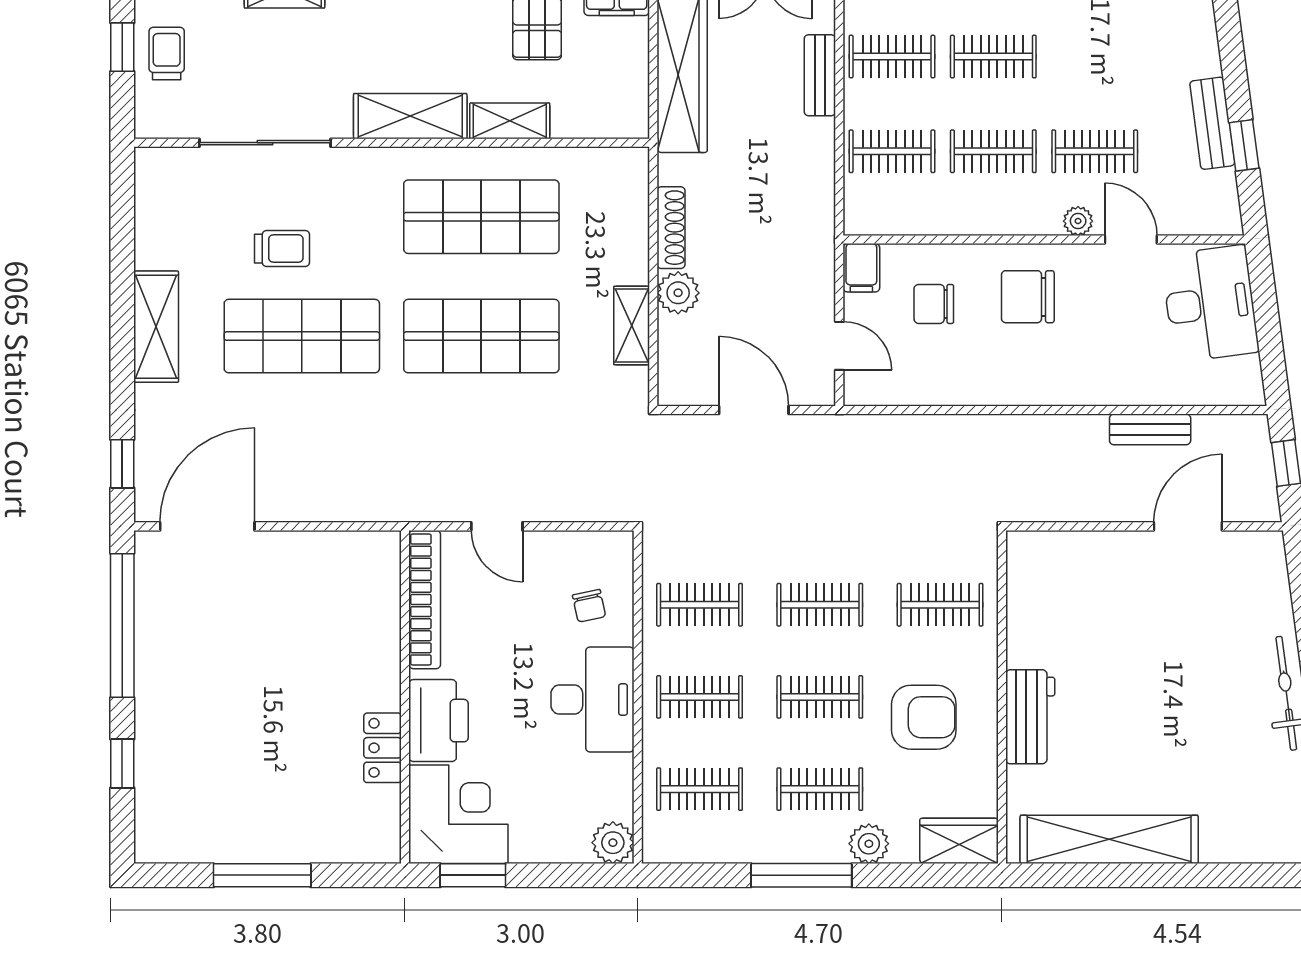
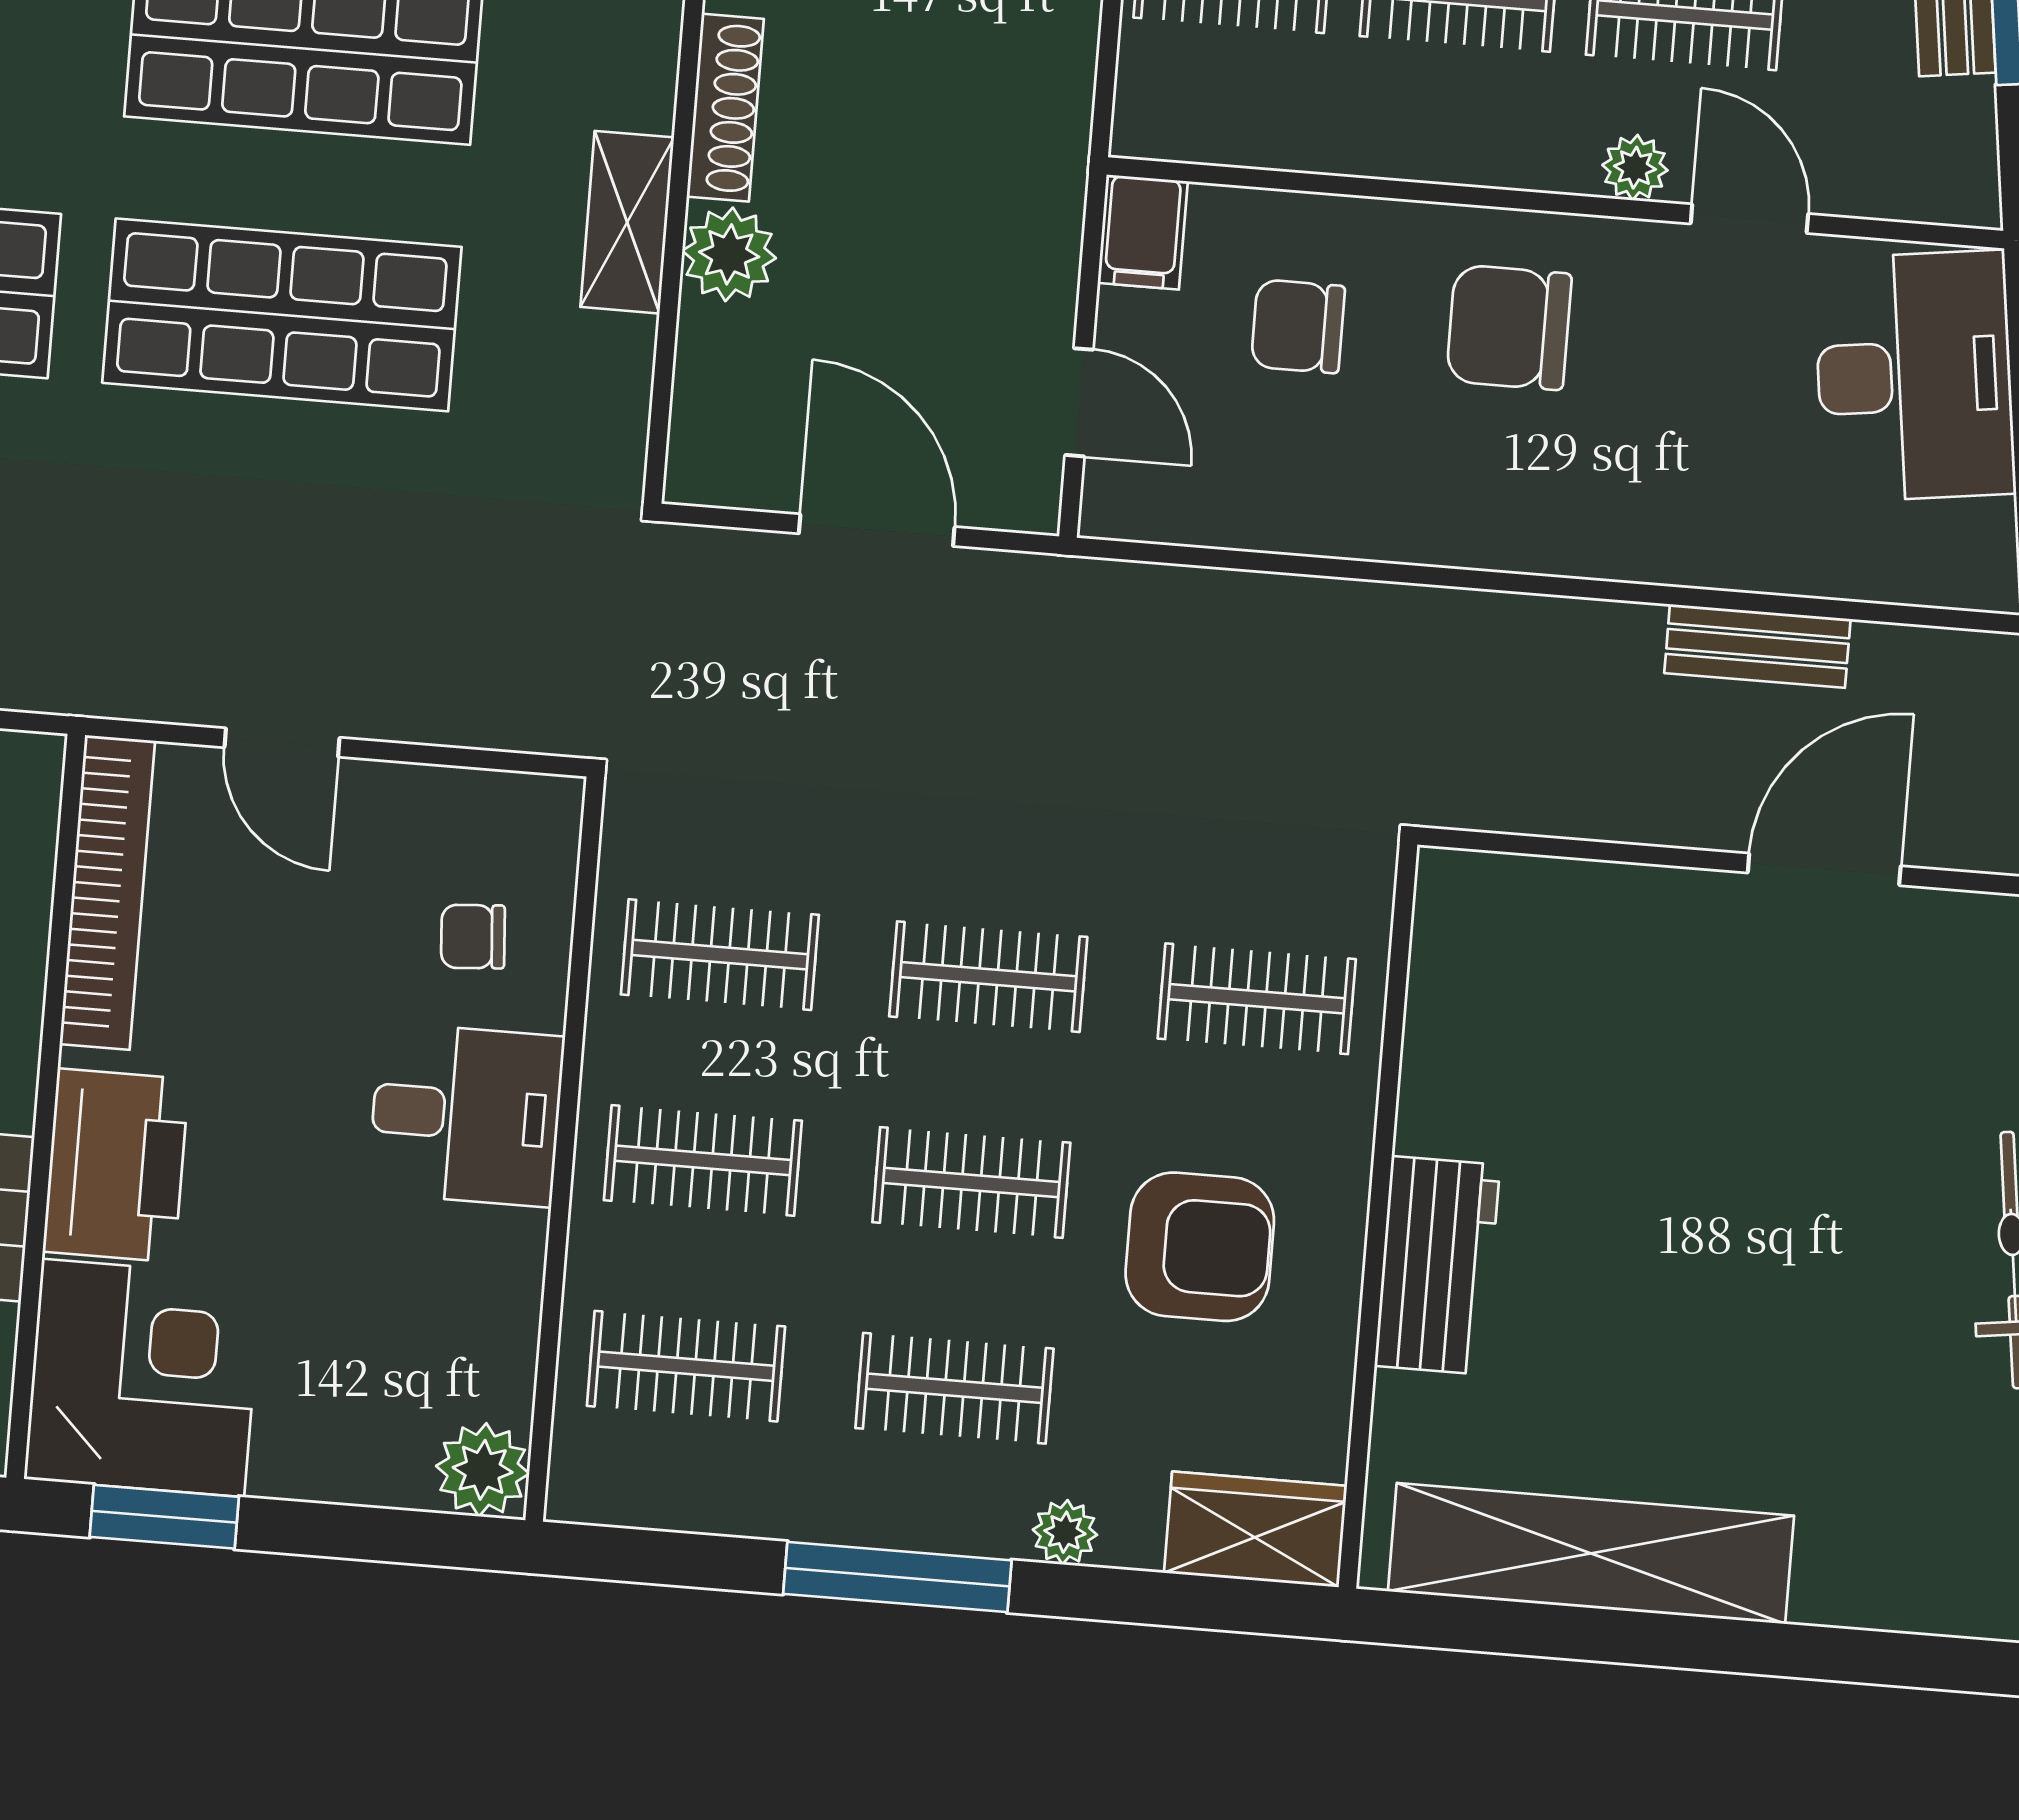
shelving: (632, 326) -> (627, 222), moved
chair: (589, 606) -> (473, 937), turned 98
desk: (592, 700) -> (466, 1115), width x0.73
plant: (869, 844) -> (1065, 1532), width x0.73, depth x0.73

